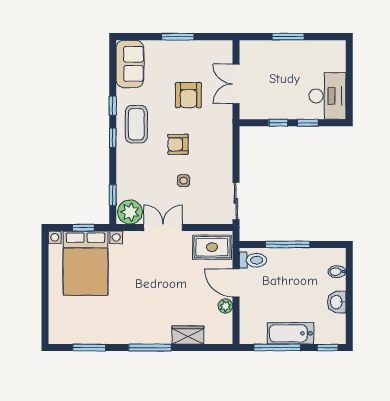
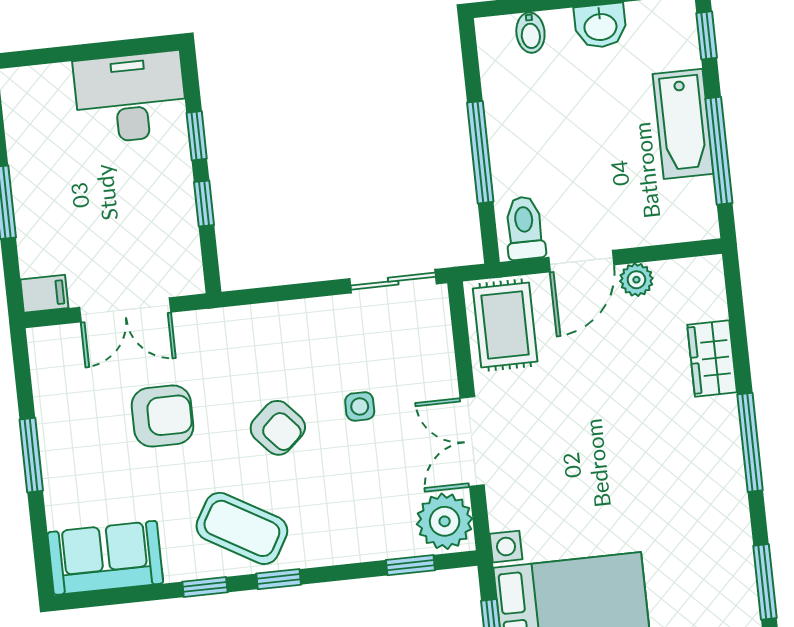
filing cabinet: (247, 50) -> (44, 294), added
coffee table: (136, 124) -> (242, 528), turned 30
armchair: (178, 144) -> (278, 428), turned -42

